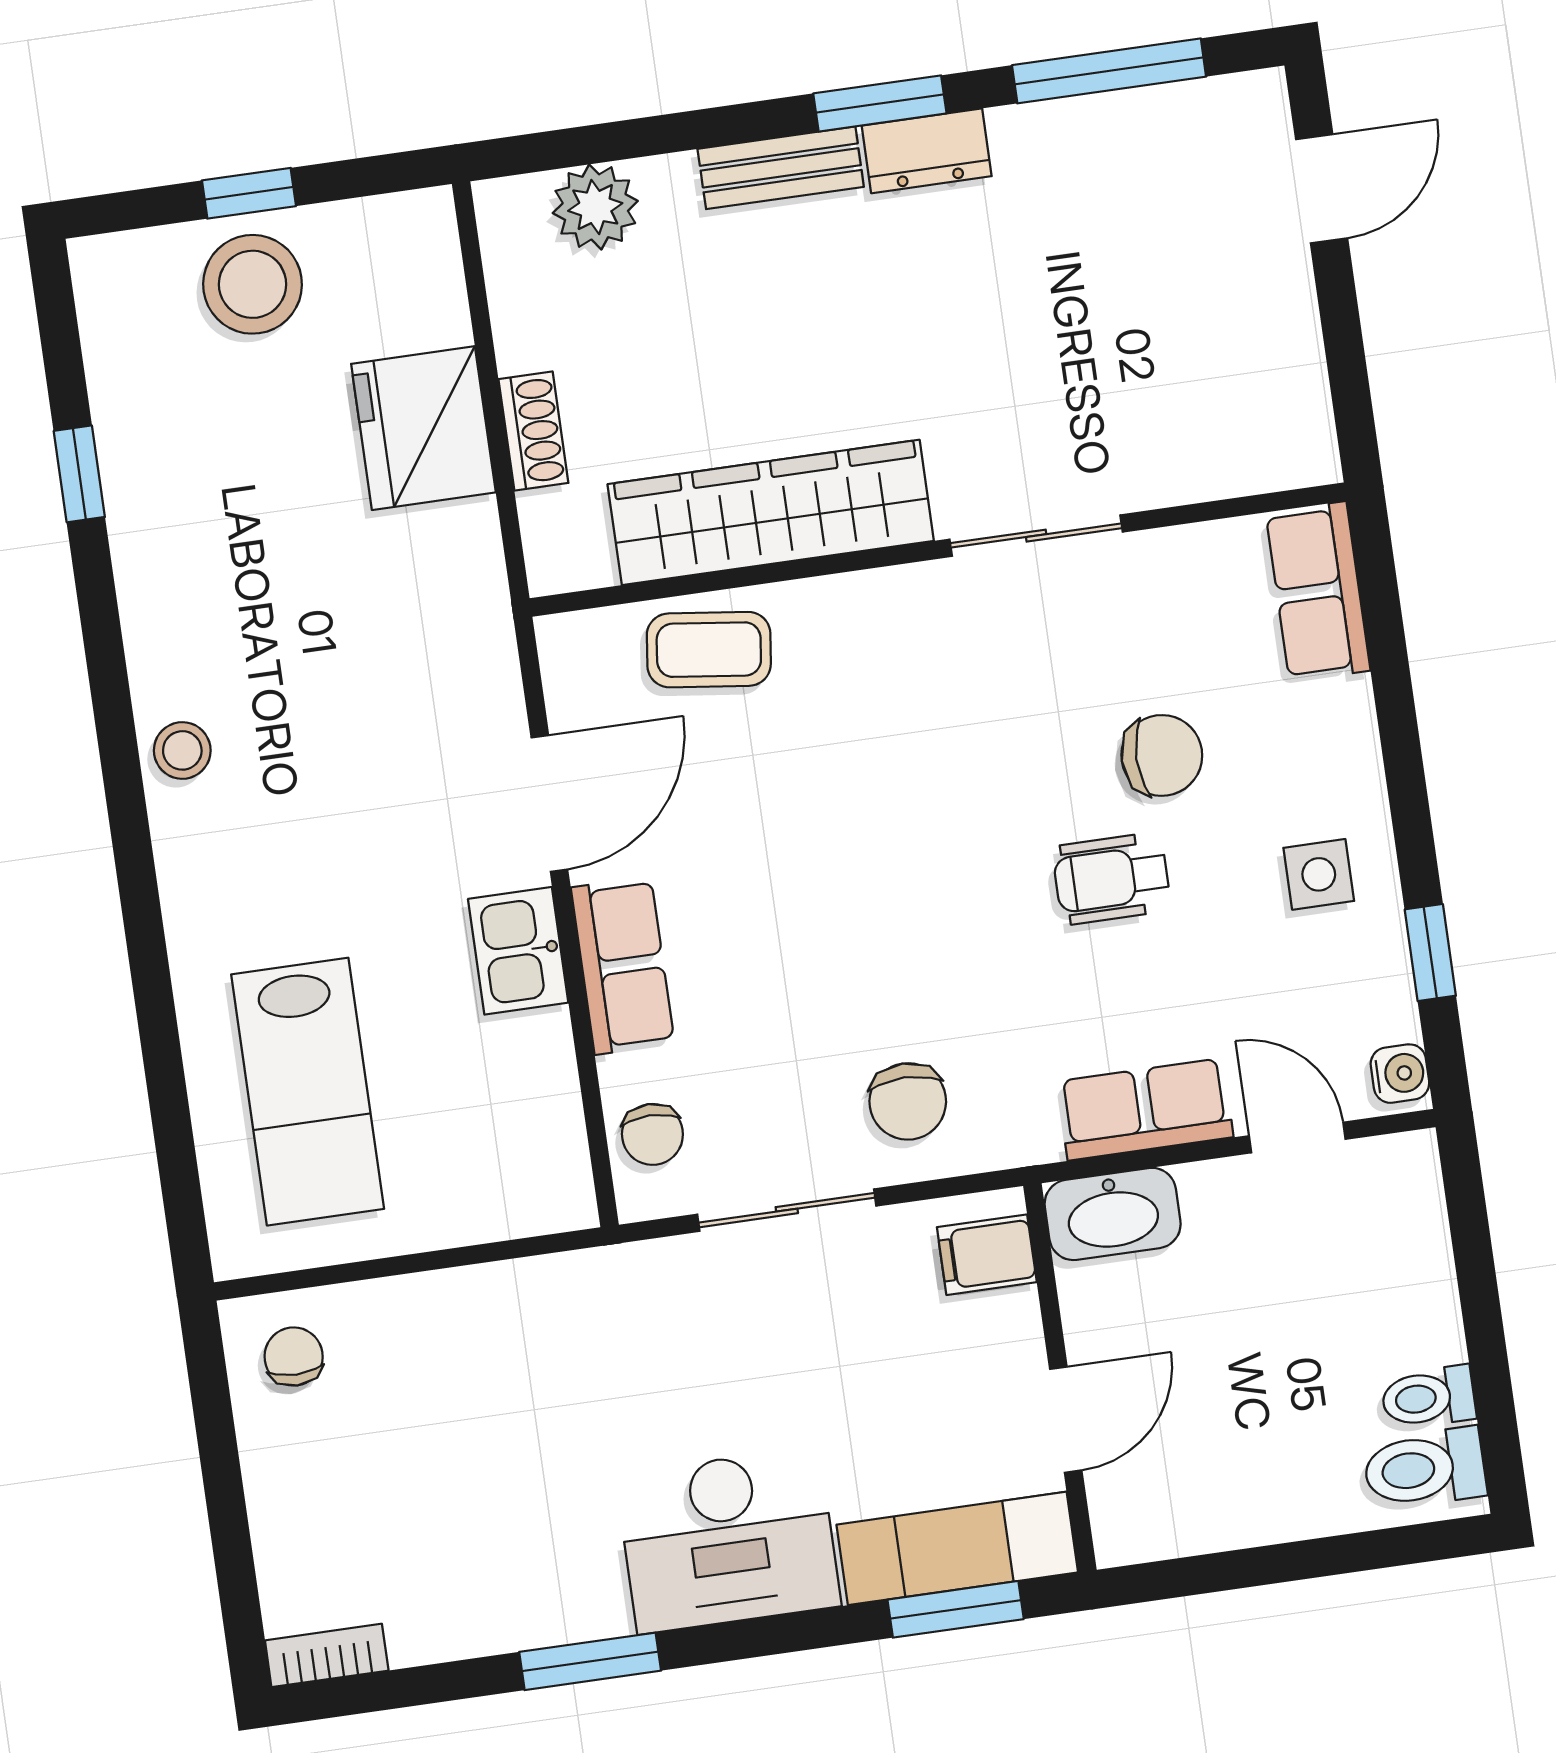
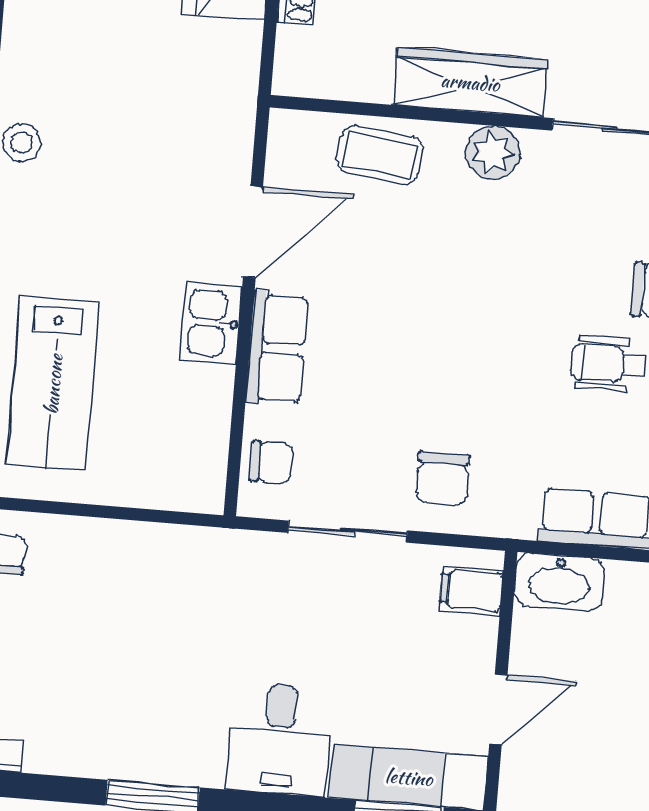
wardrobe: (771, 512) -> (470, 82), width x0.71, depth x0.85
plant: (873, 609) -> (493, 153), added
chair: (652, 1134) -> (271, 462), turned -90
desk: (728, 1540) -> (279, 740), width x0.73

